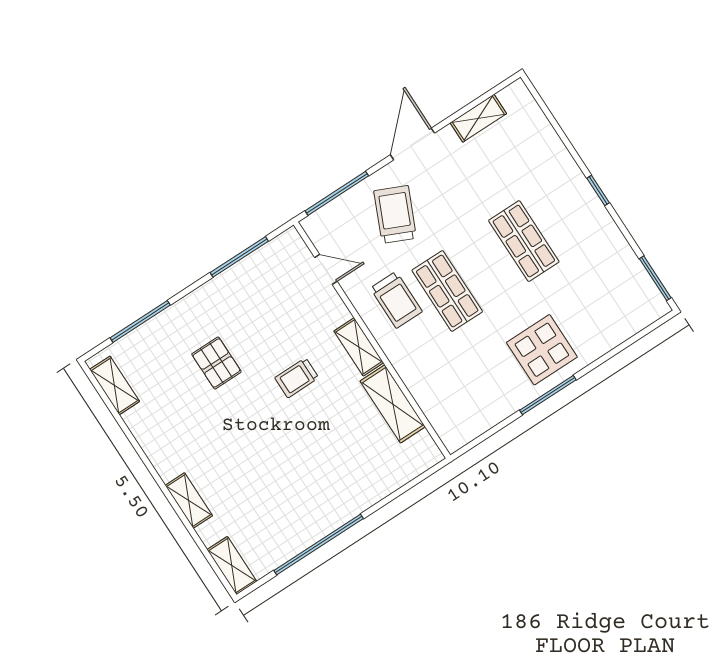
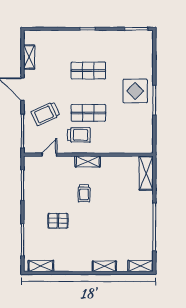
trolley: (395, 214) -> (45, 114), turned -48
shelving: (393, 404) -> (146, 173), moved, turned 90

